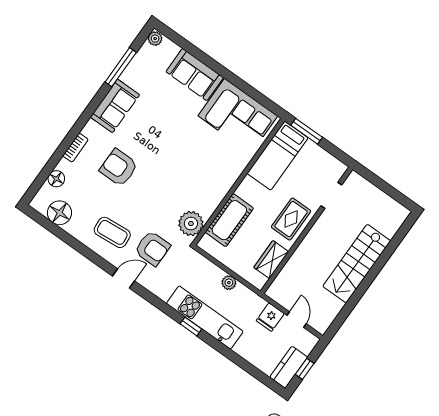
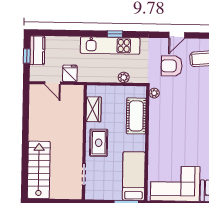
plant: (191, 224) -> (154, 93), width x0.53, depth x0.53
stairs: (357, 264) -> (39, 170), moved
plant: (229, 283) -> (124, 77), moved

